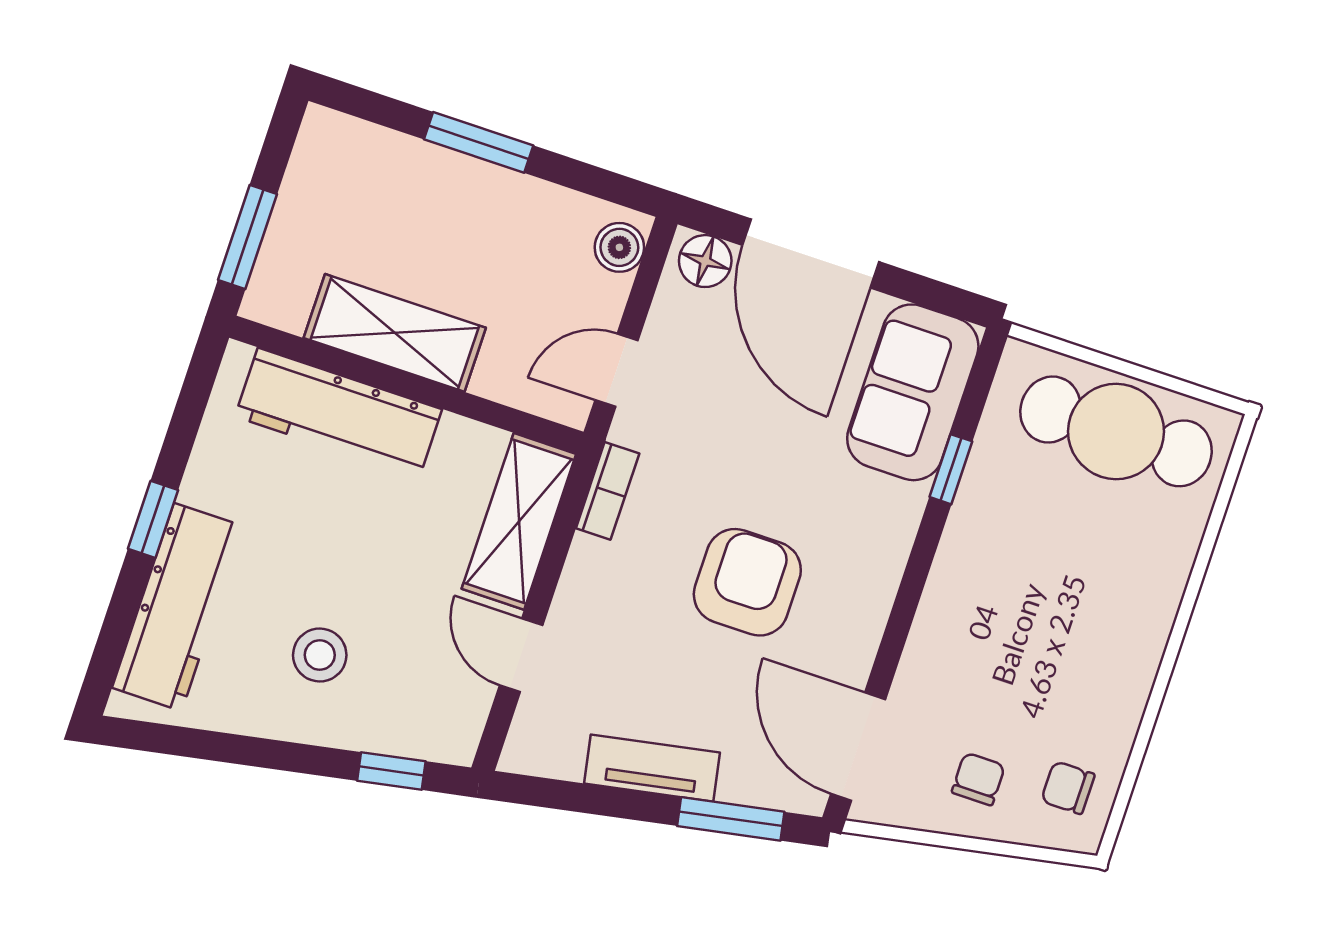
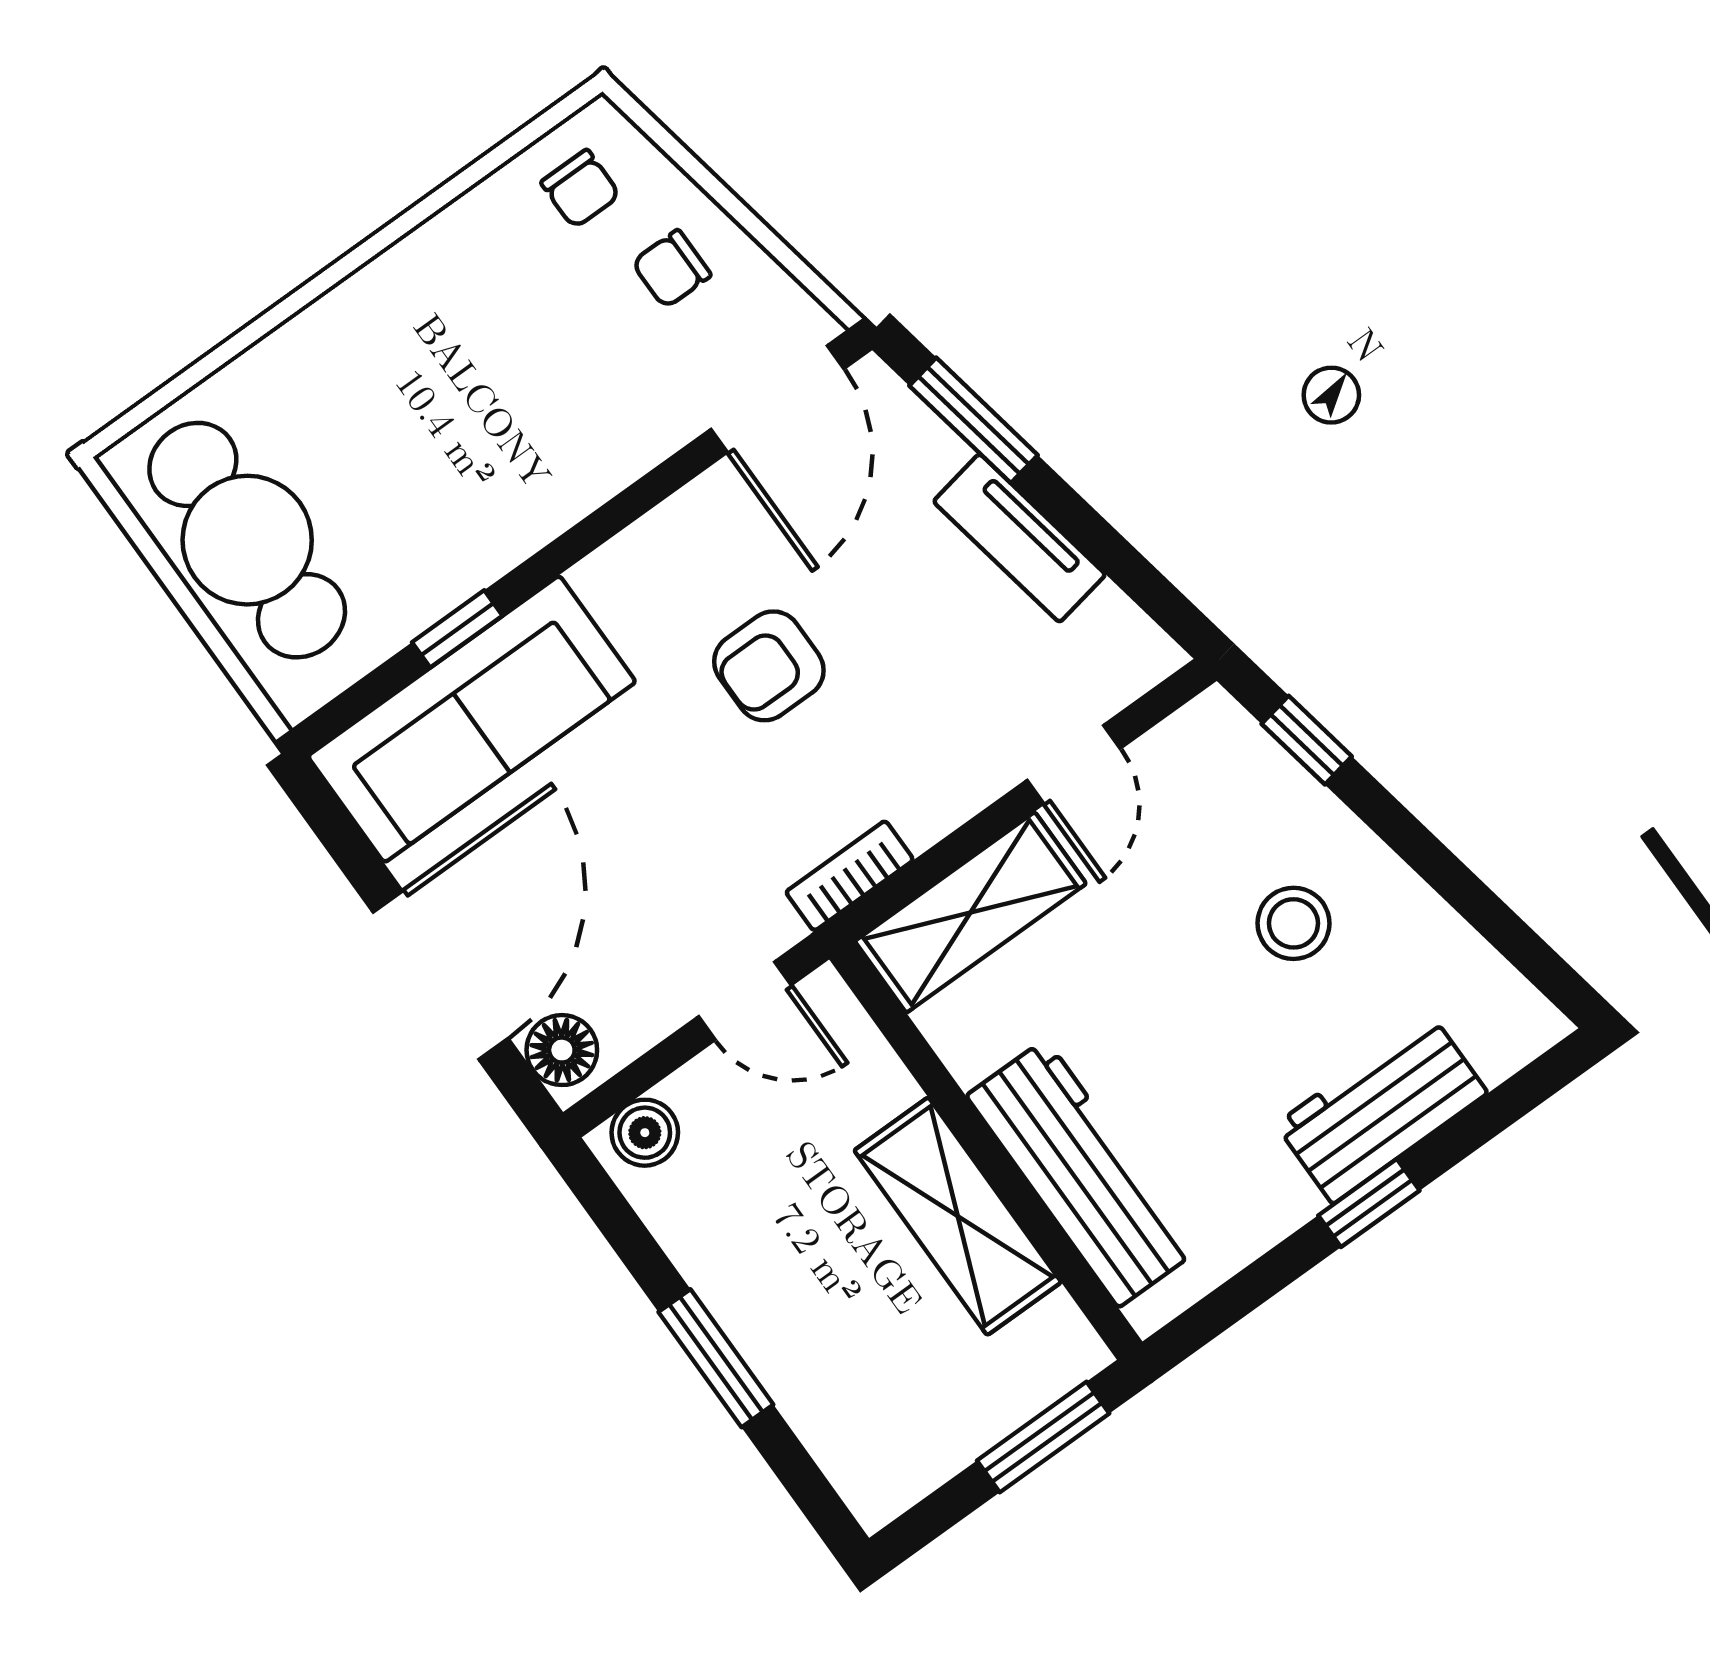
sofa: (913, 392) -> (472, 719), width x1.36
armchair: (747, 582) -> (769, 666), width x0.72, depth x0.72
workbench: (178, 607) -> (1382, 1109), width x0.73

